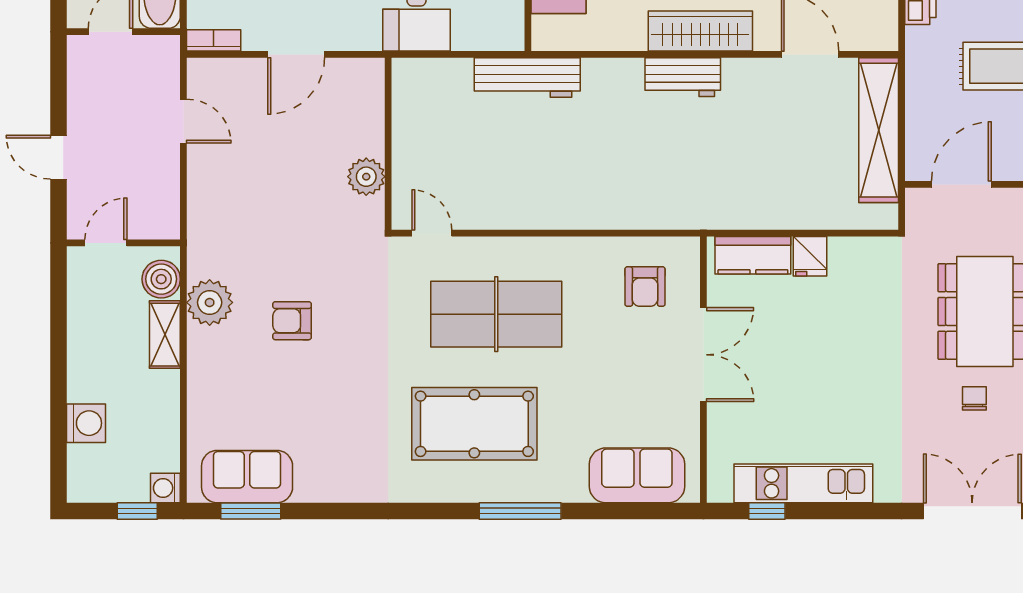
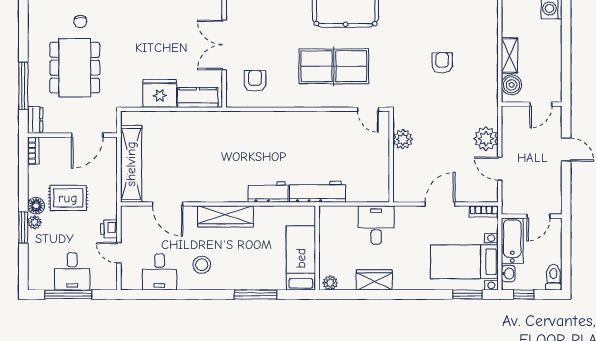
workbench: (683, 77) -> (268, 192), moved
fridge: (810, 256) -> (160, 93), width x1.88, depth x1.34
plant: (210, 302) -> (486, 139), moved
armchair: (292, 321) -> (442, 63), turned -90

